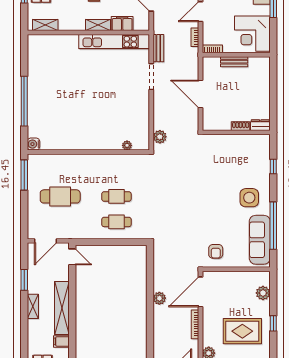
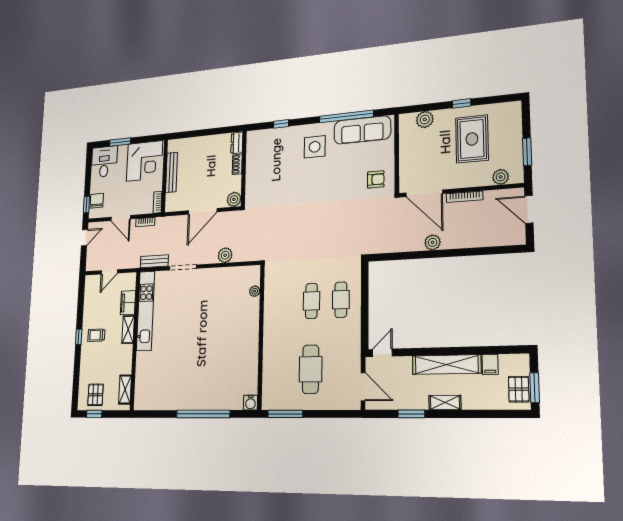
bench: (234, 62) -> (172, 172), width x1.36
plant: (209, 124) -> (234, 199), added
plant: (160, 137) -> (225, 255), moved

